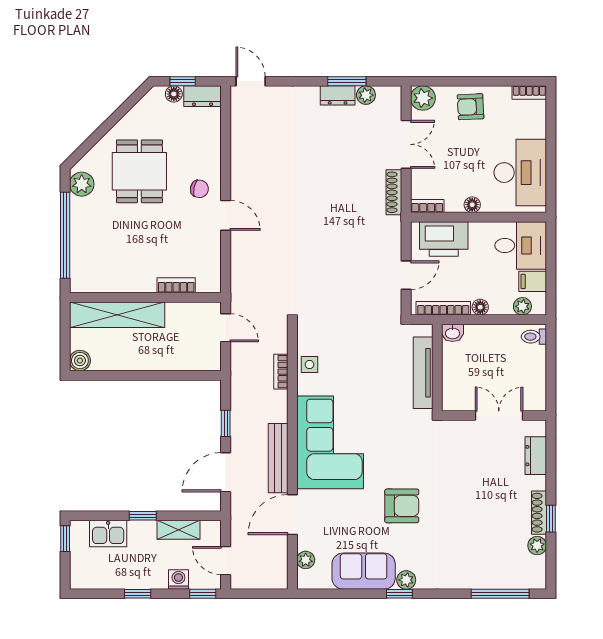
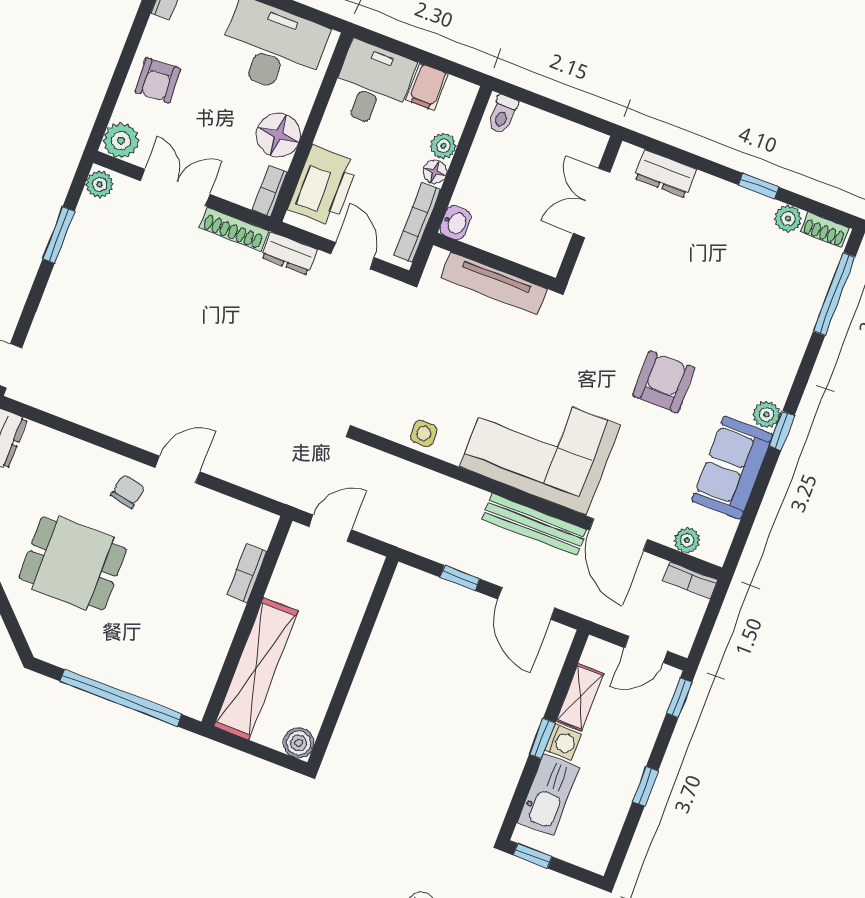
dresser: (338, 95) -> (289, 253), moved, turned 90
plant: (366, 95) -> (100, 184), moved
plant: (82, 184) -> (60, 649), removed
floor lamp: (472, 205) -> (278, 135), width x1.89, depth x1.89
plant: (522, 306) -> (443, 146), moved
bookcase: (281, 372) -> (690, 580), moved
shoe rack: (539, 513) -> (825, 230), moved, width x0.70
kitchen sink: (108, 534) -> (548, 795), width x1.38
washing machine: (178, 579) -> (563, 742), moved, turned 180

